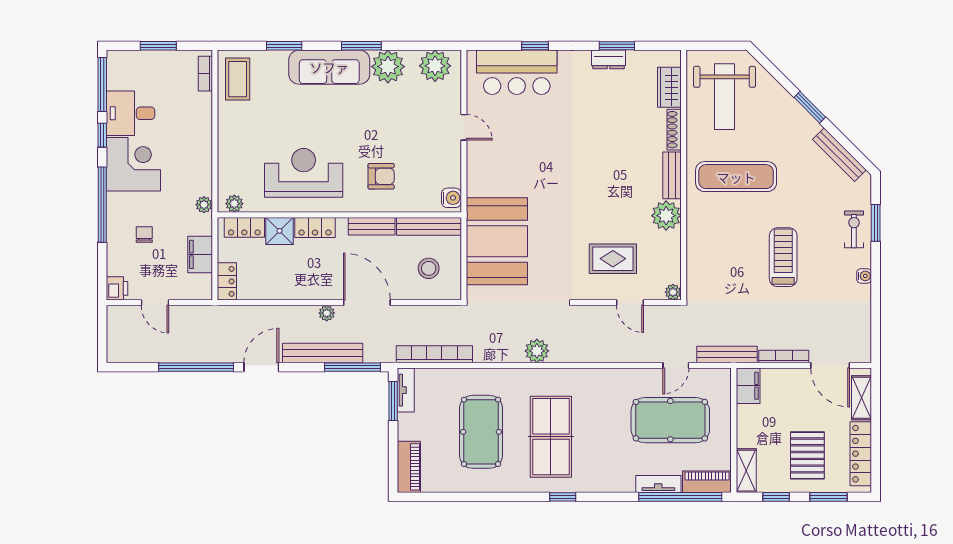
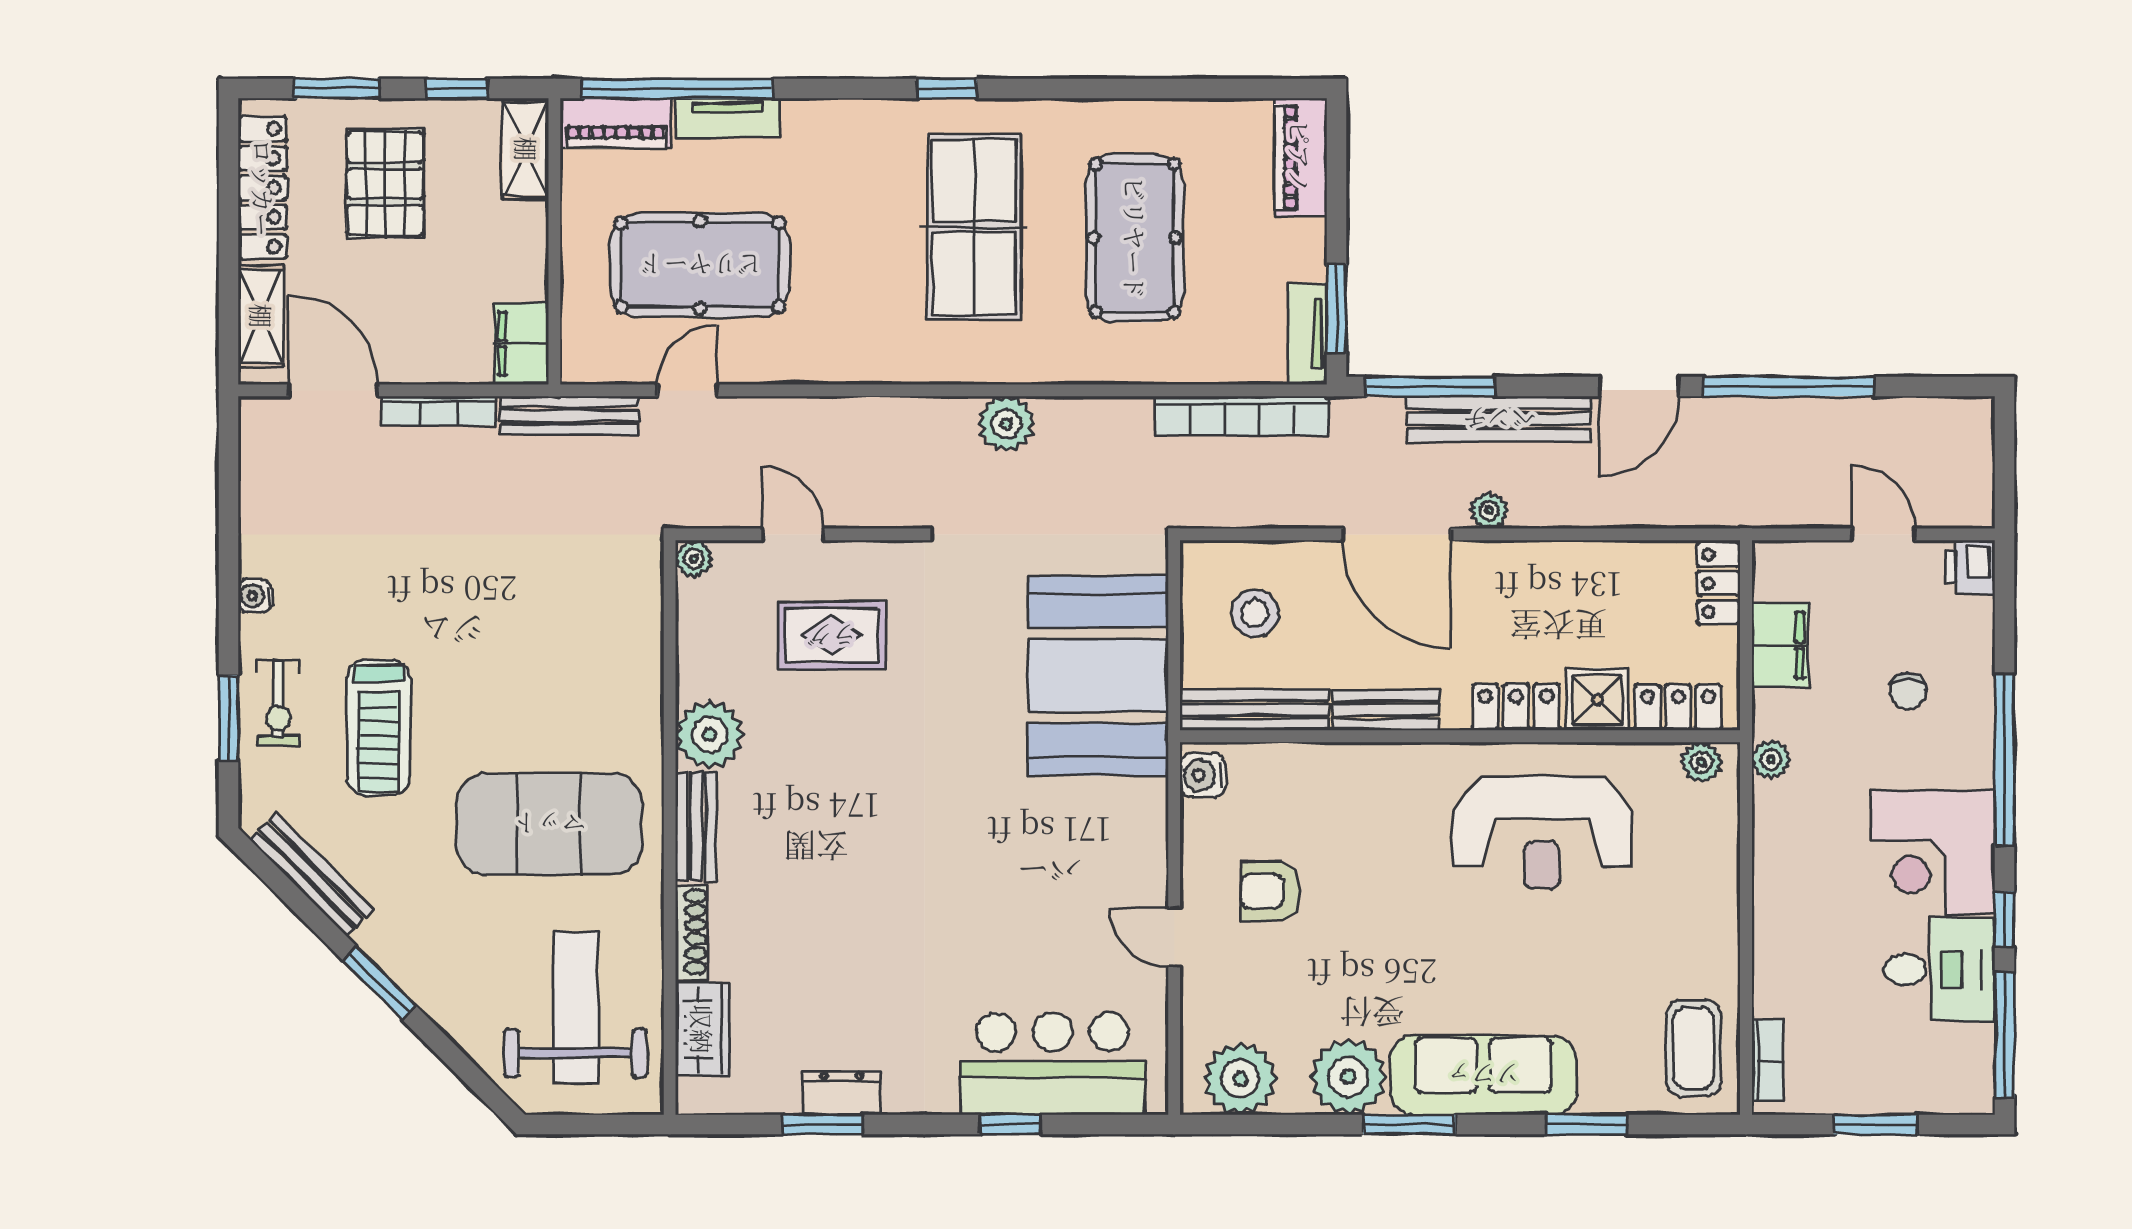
armchair: (381, 176) -> (1270, 891), moved
exercise mat: (736, 177) -> (549, 824), width x1.47
treadmill: (783, 257) -> (379, 727), moved

